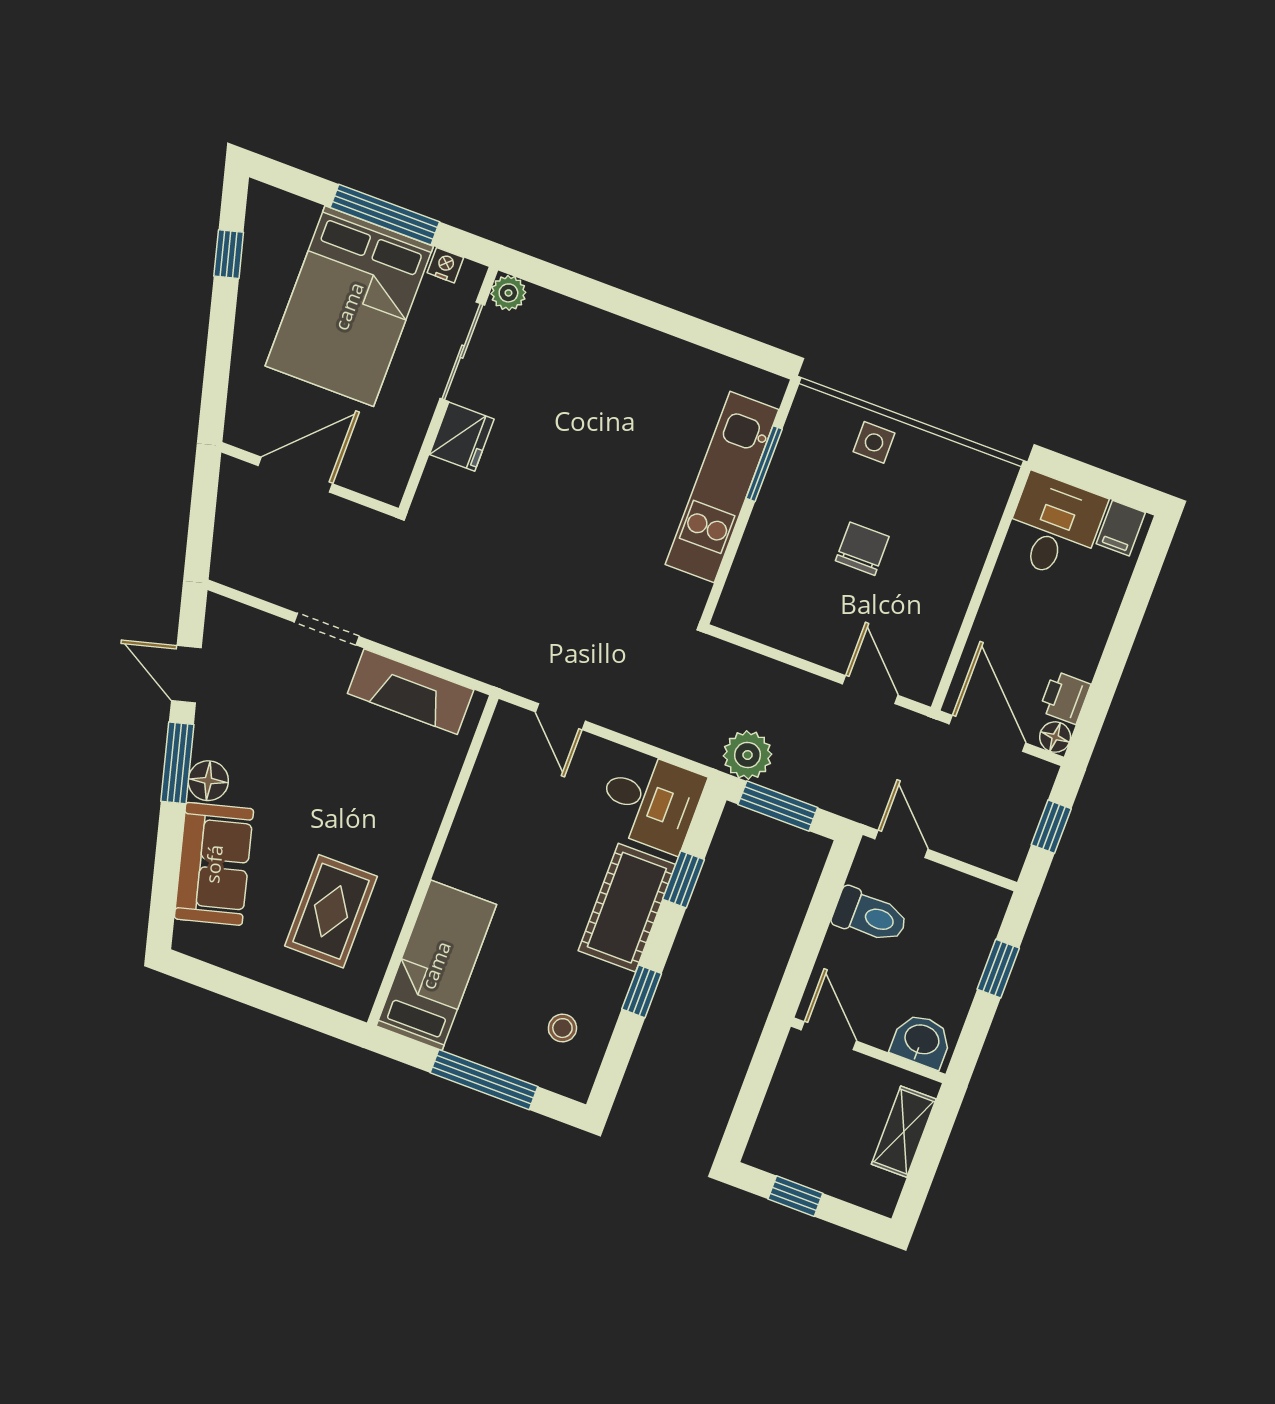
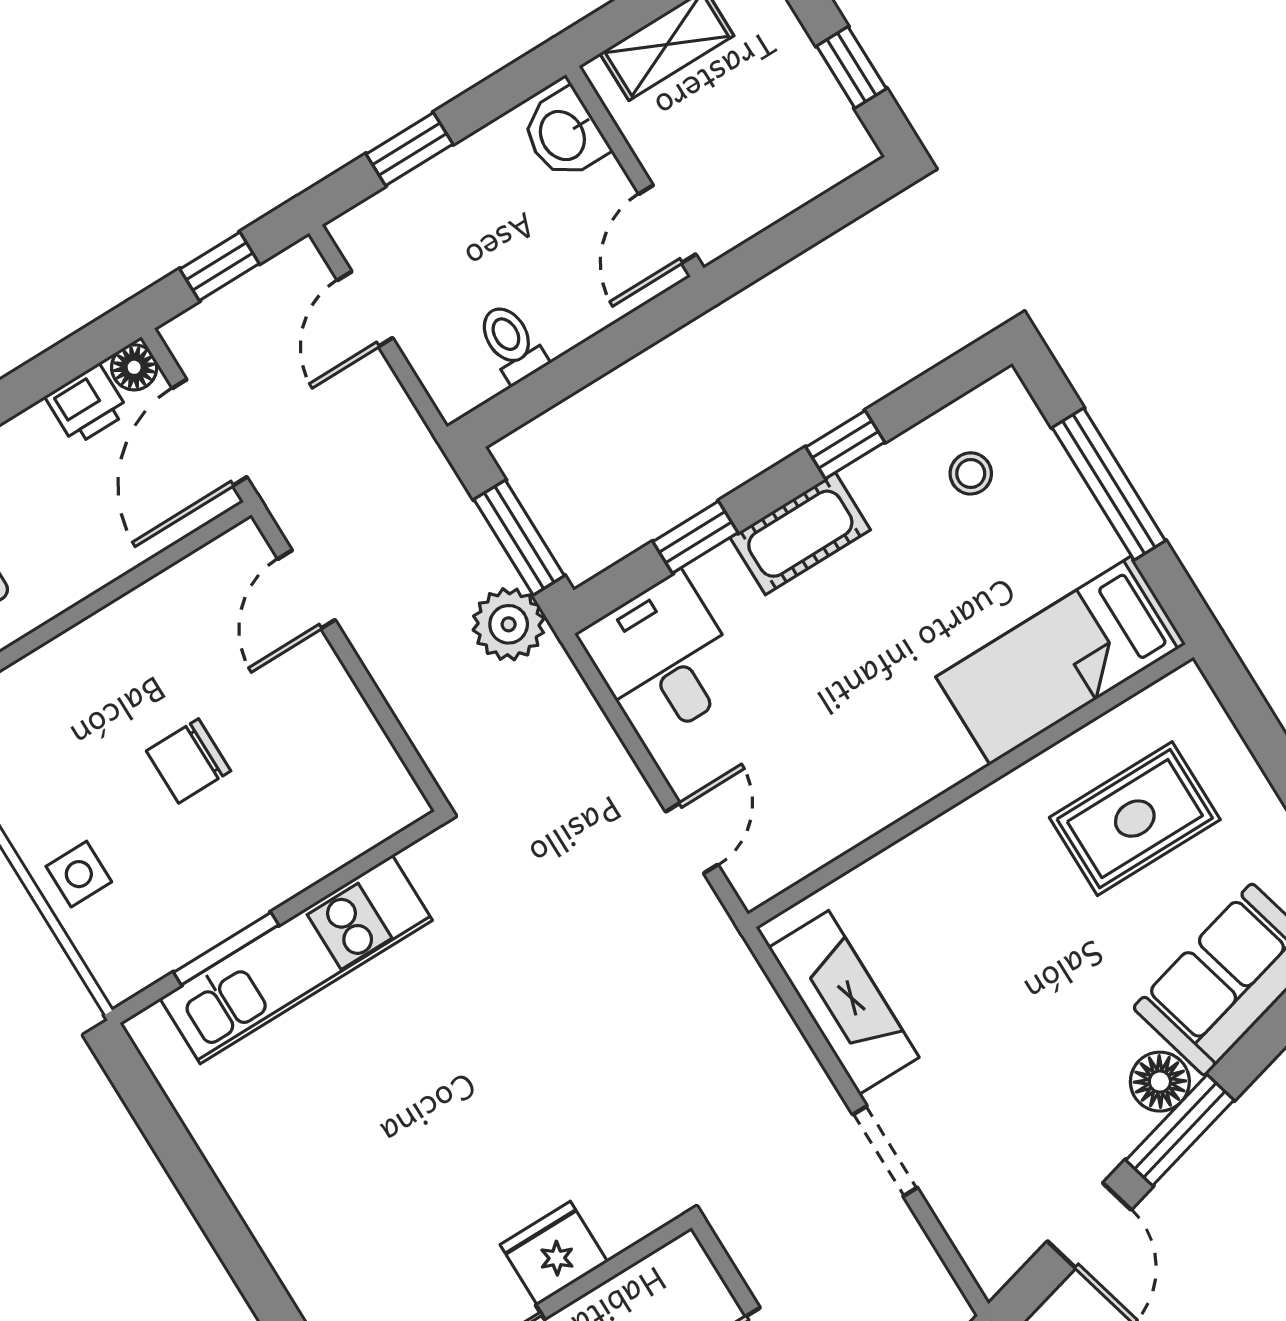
door: (901, 844) -> (365, 309), moved
cot: (627, 908) -> (800, 534), width x0.73, depth x0.75
toilet: (870, 916) -> (511, 343), width x0.73, depth x0.72

